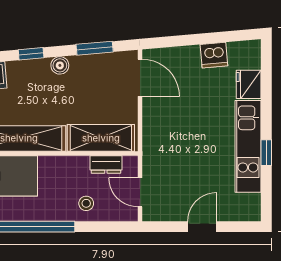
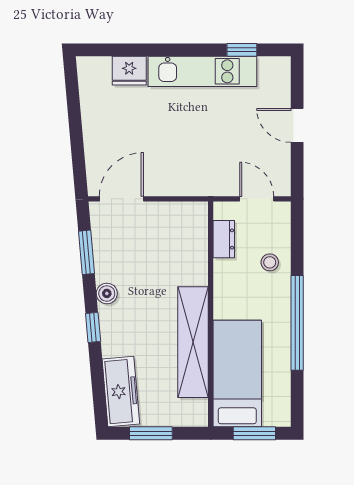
dishwasher: (214, 55) -> (95, 111), removed
shelving: (101, 138) -> (192, 245), removed
window: (266, 153) -> (242, 50), moved
door: (140, 192) -> (257, 199), swing flipped

